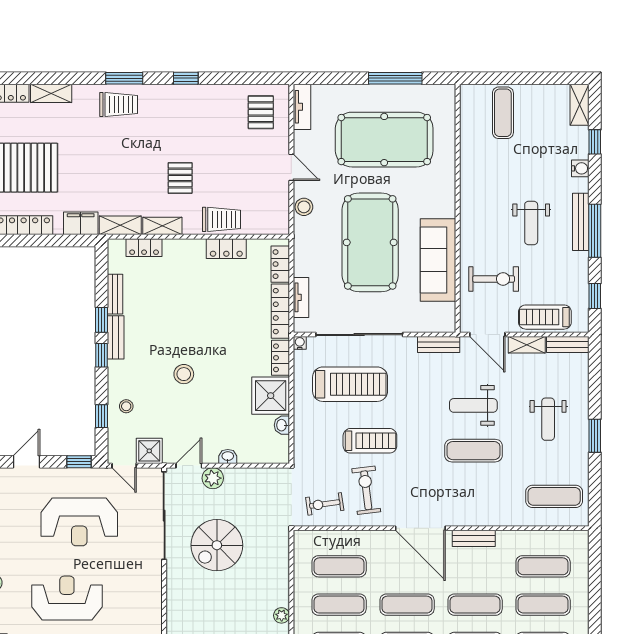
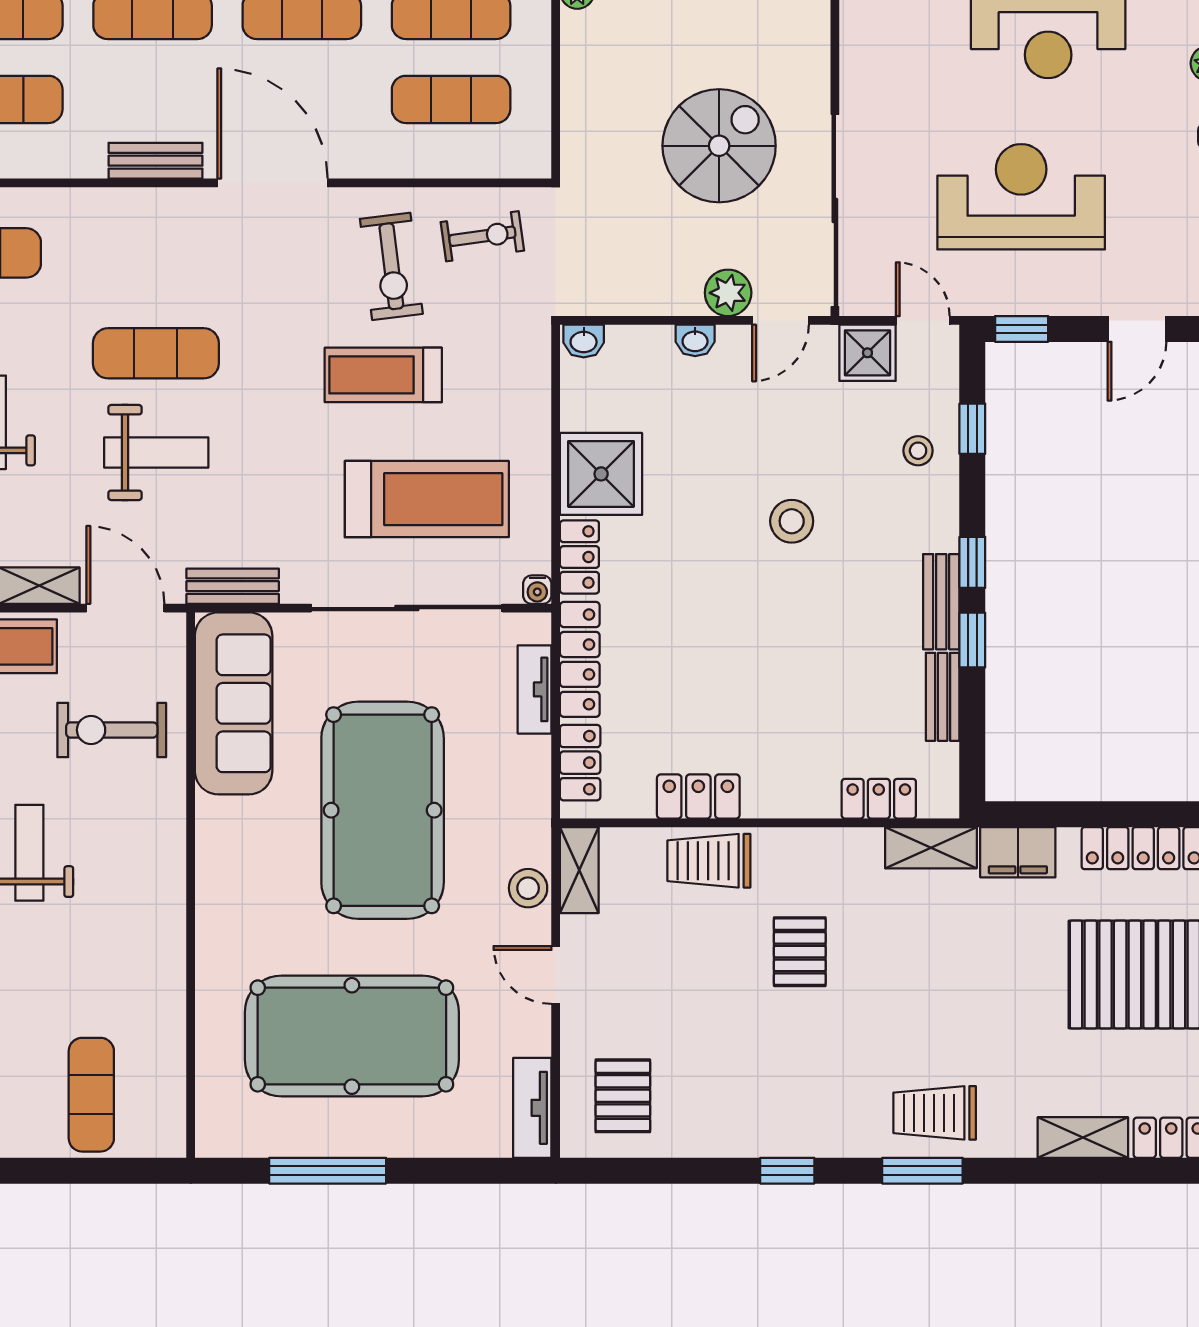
shelving: (162, 226) -> (579, 870), moved, turned 90
sofa: (438, 260) -> (234, 703), moved
treadmill: (350, 384) -> (427, 499), turned 180
washbasin: (282, 425) -> (584, 341), moved, turned 90

